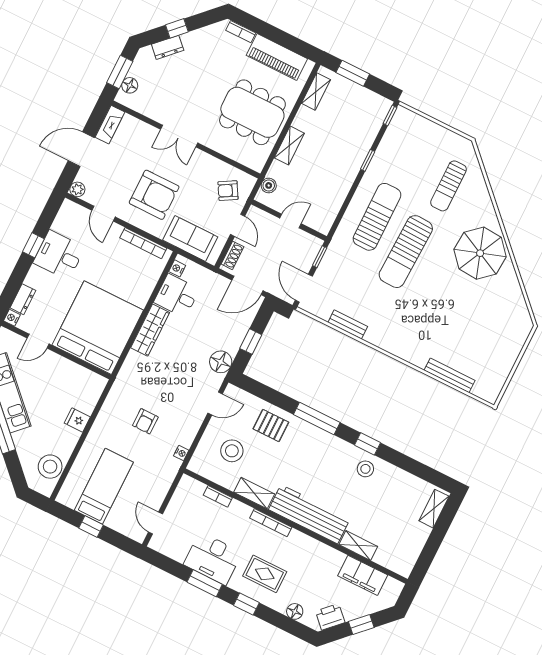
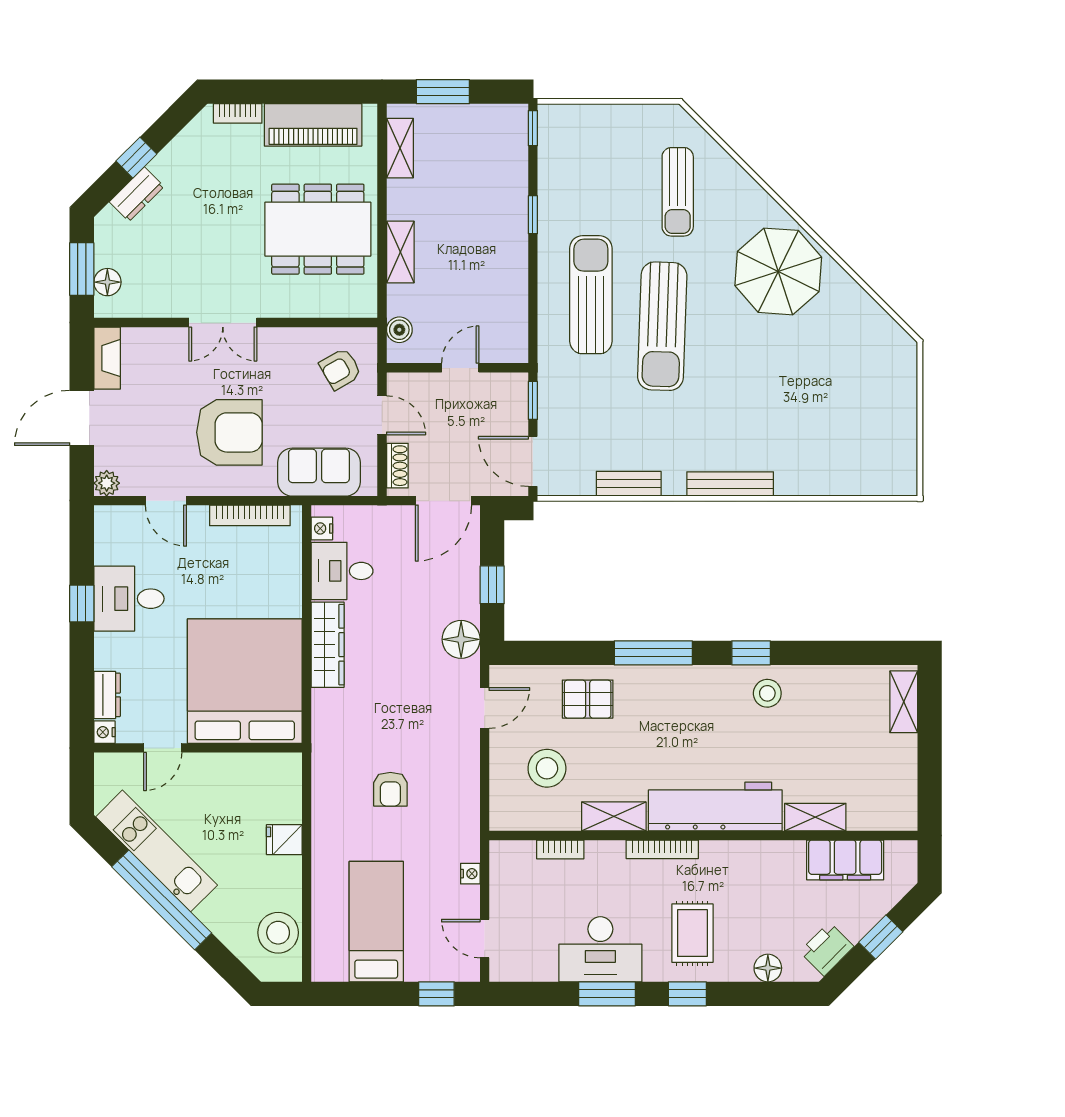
bench: (450, 375) -> (730, 484), moved
nightstand: (181, 453) -> (470, 874), moved
window: (91, 527) -> (436, 994), moved
rug: (265, 574) -> (692, 933), turned 90

